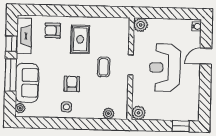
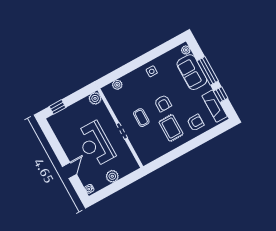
plant: (141, 25) -> (112, 176), moved
reception desk: (165, 68) -> (95, 144), turned 180
armchair: (72, 84) -> (163, 103), moved

